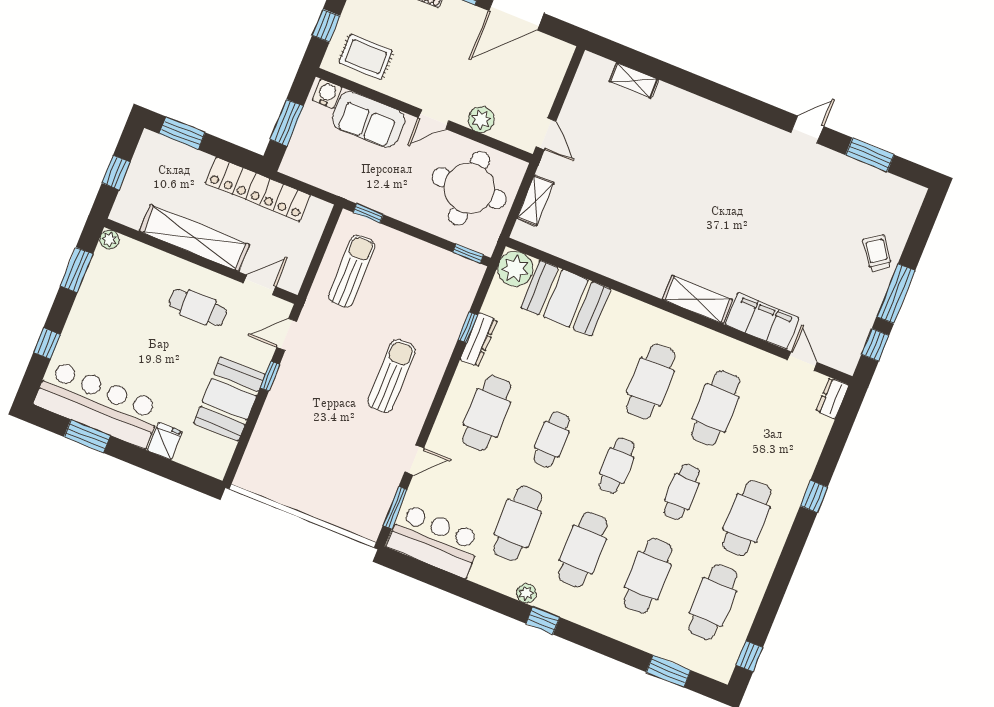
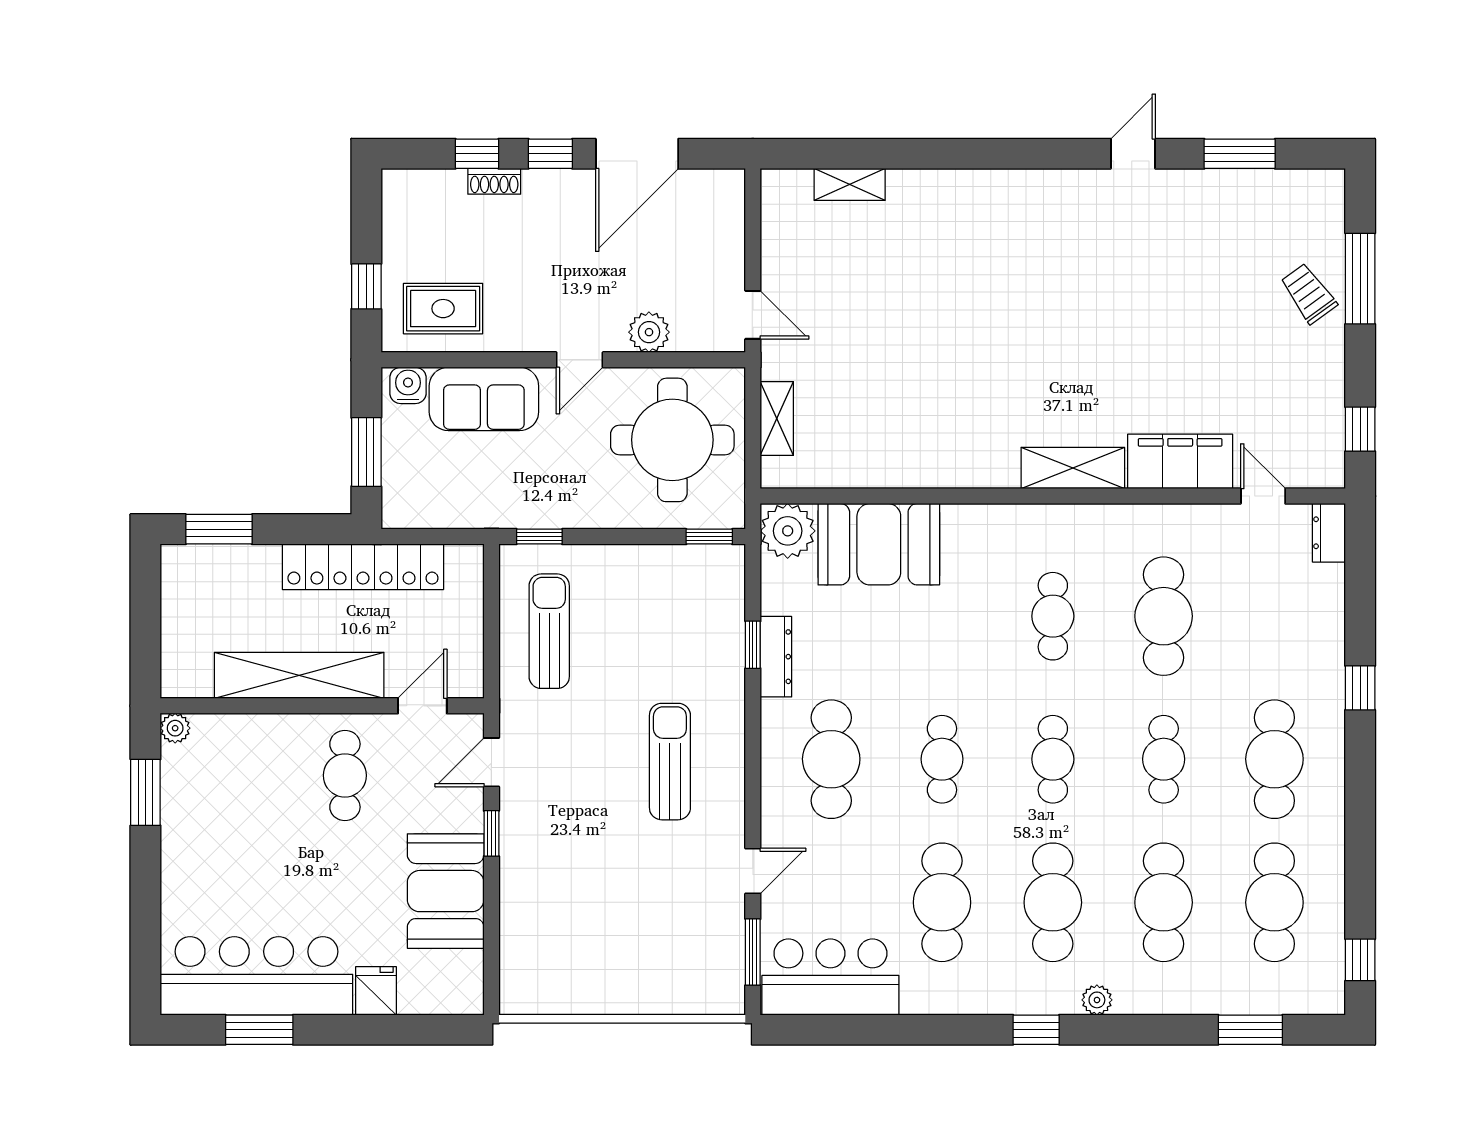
window: (116, 172) -> (145, 626), removed
window: (896, 294) -> (1360, 279), moved
cafe table: (198, 307) -> (345, 775), turned 90
window: (47, 344) -> (145, 918), removed
cafe table: (651, 382) -> (1053, 616), width x0.73, depth x0.74
plant: (526, 593) -> (1097, 1000), moved

